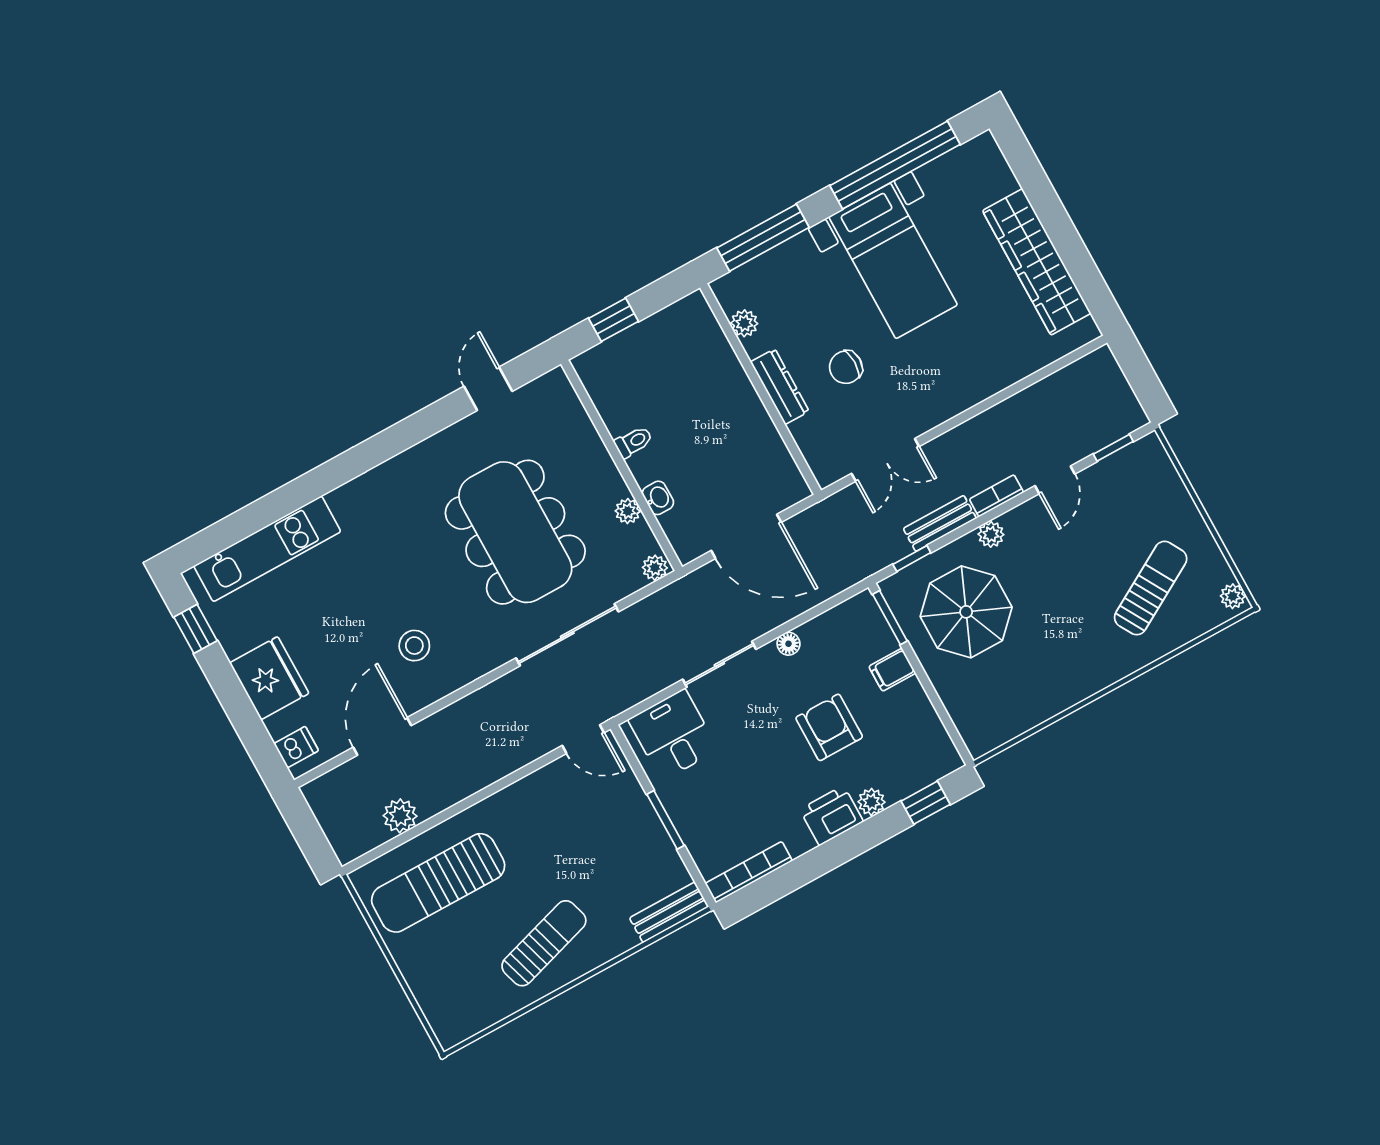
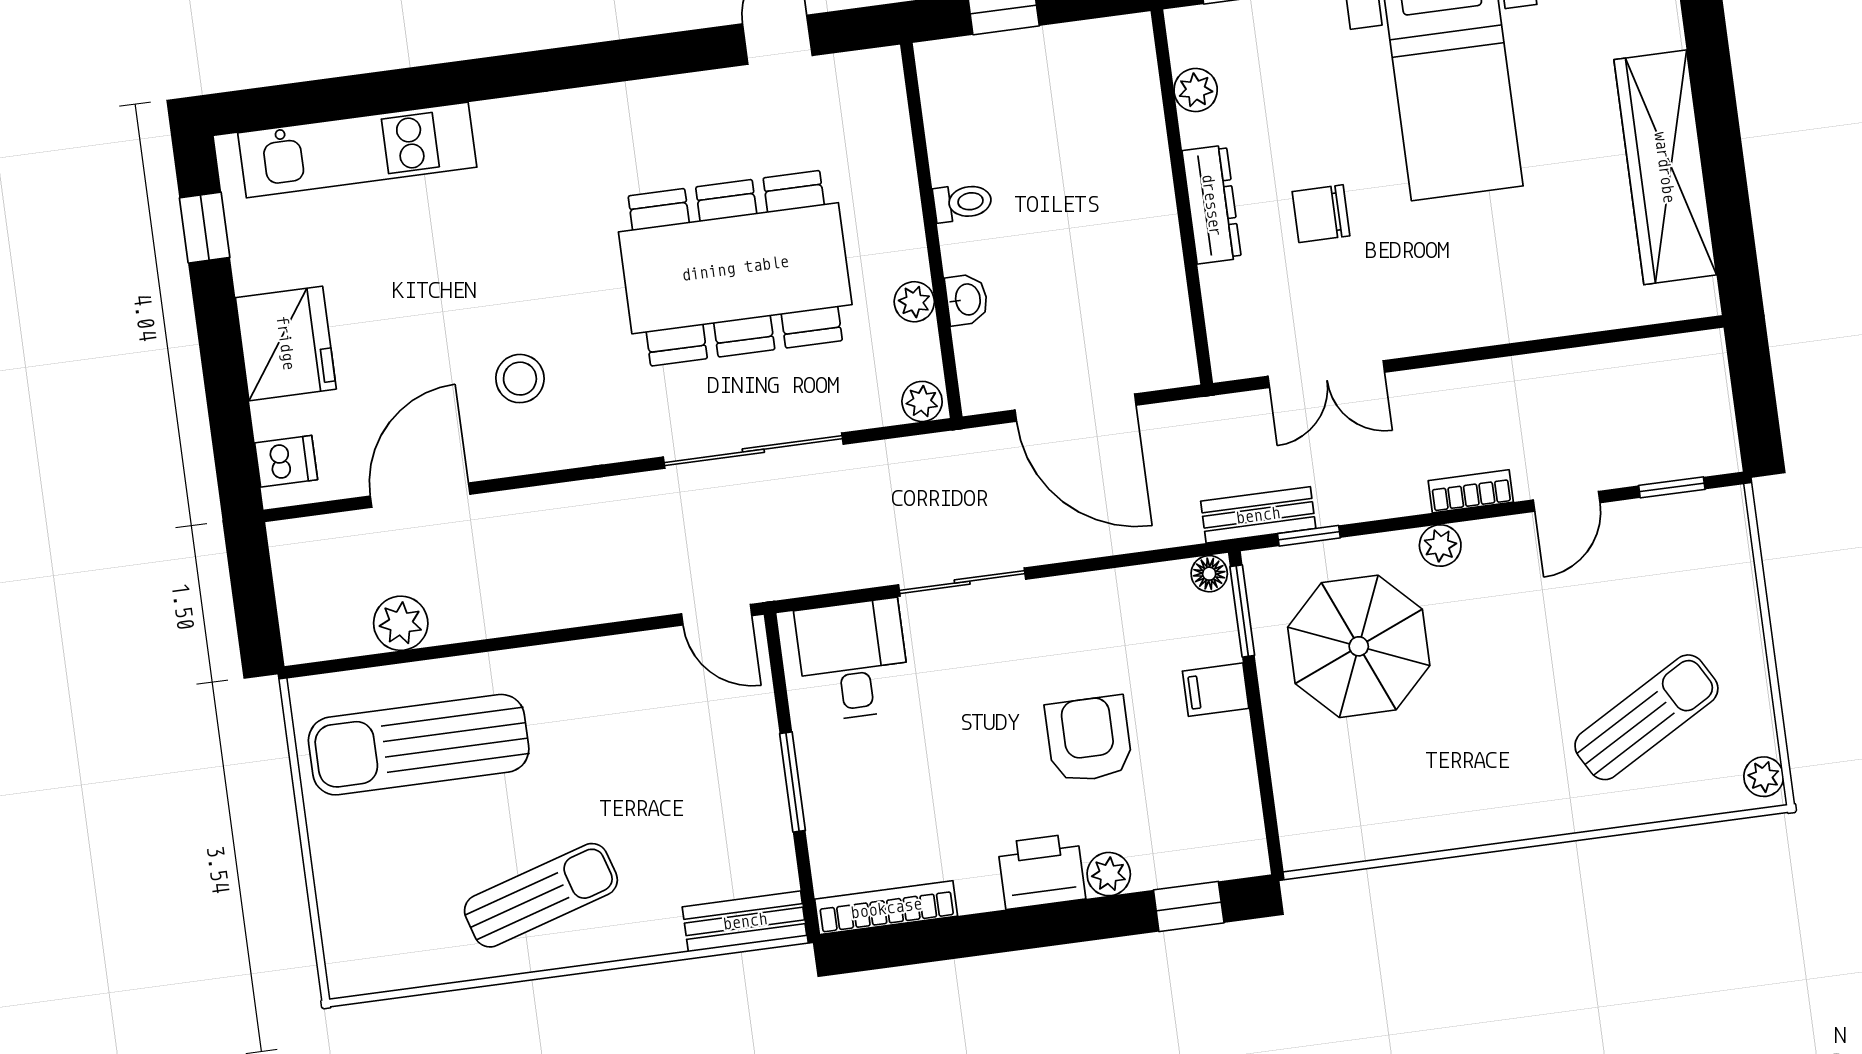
bench: (940, 523) -> (1258, 515), moved
dining table: (515, 532) -> (735, 268), turned 90
floor lamp: (788, 644) -> (1209, 574), moved

